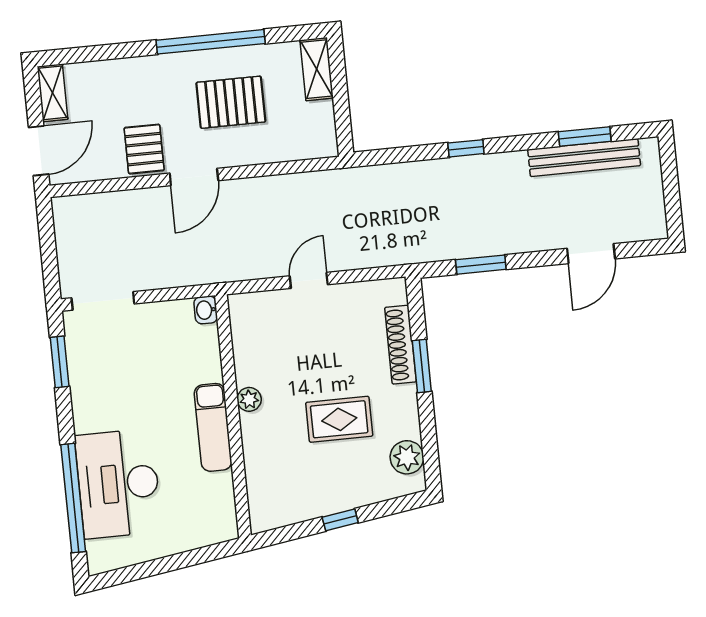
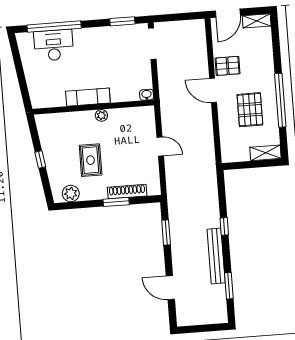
door: (39, 151) -> (228, 13), hinge flipped
bench: (584, 158) -> (216, 256), moved
desk: (118, 484) -> (54, 45), width x0.73, depth x0.77

